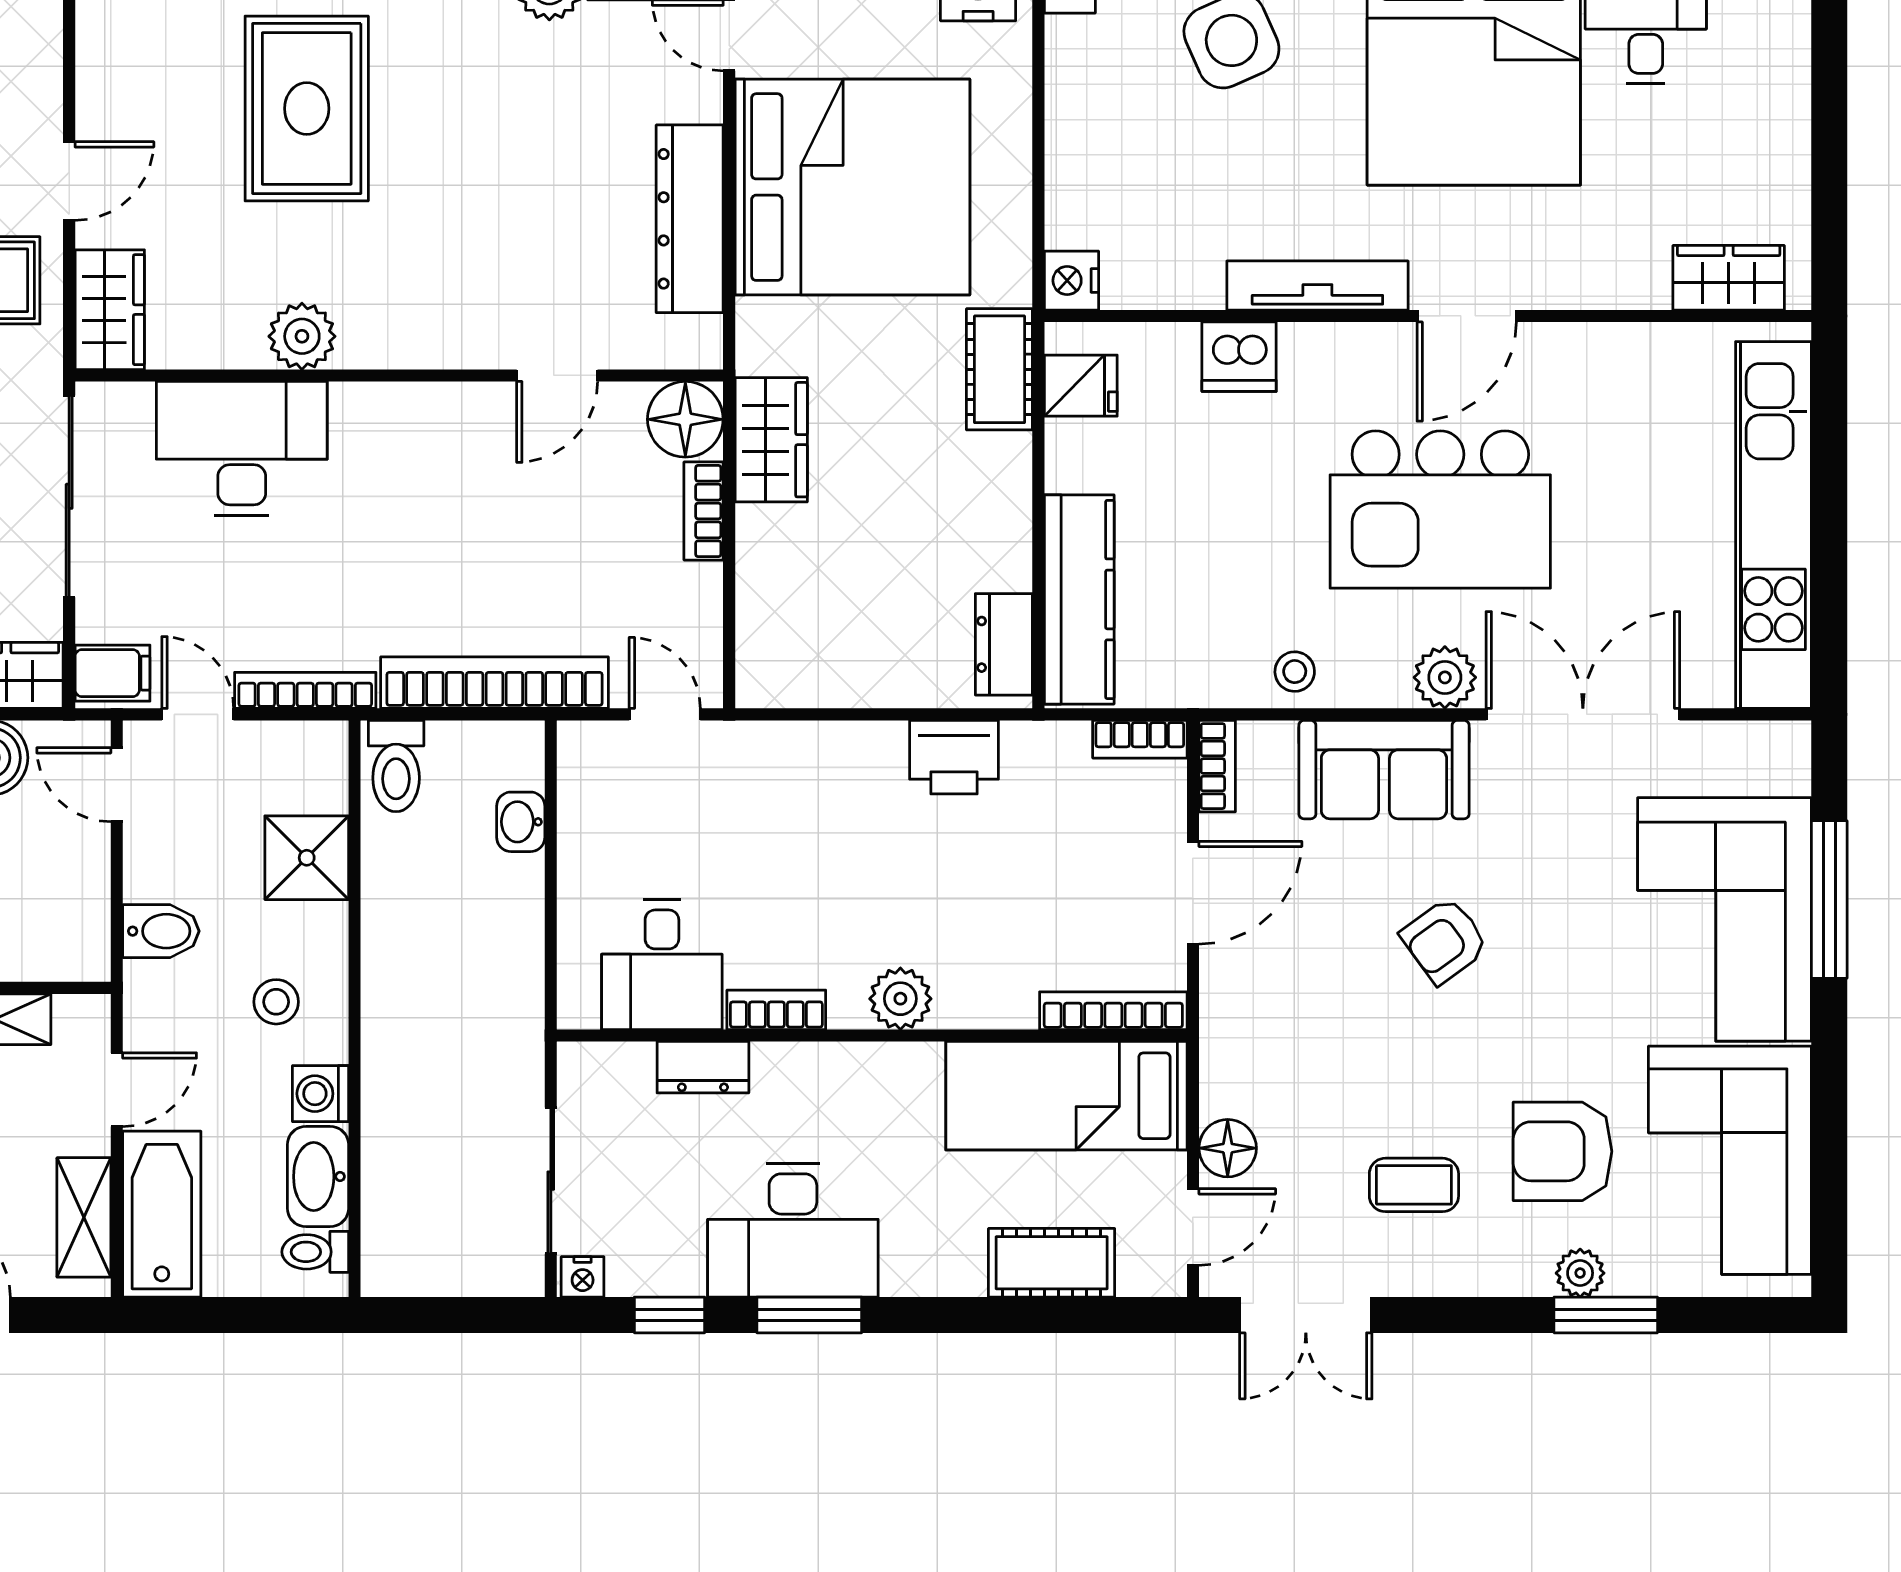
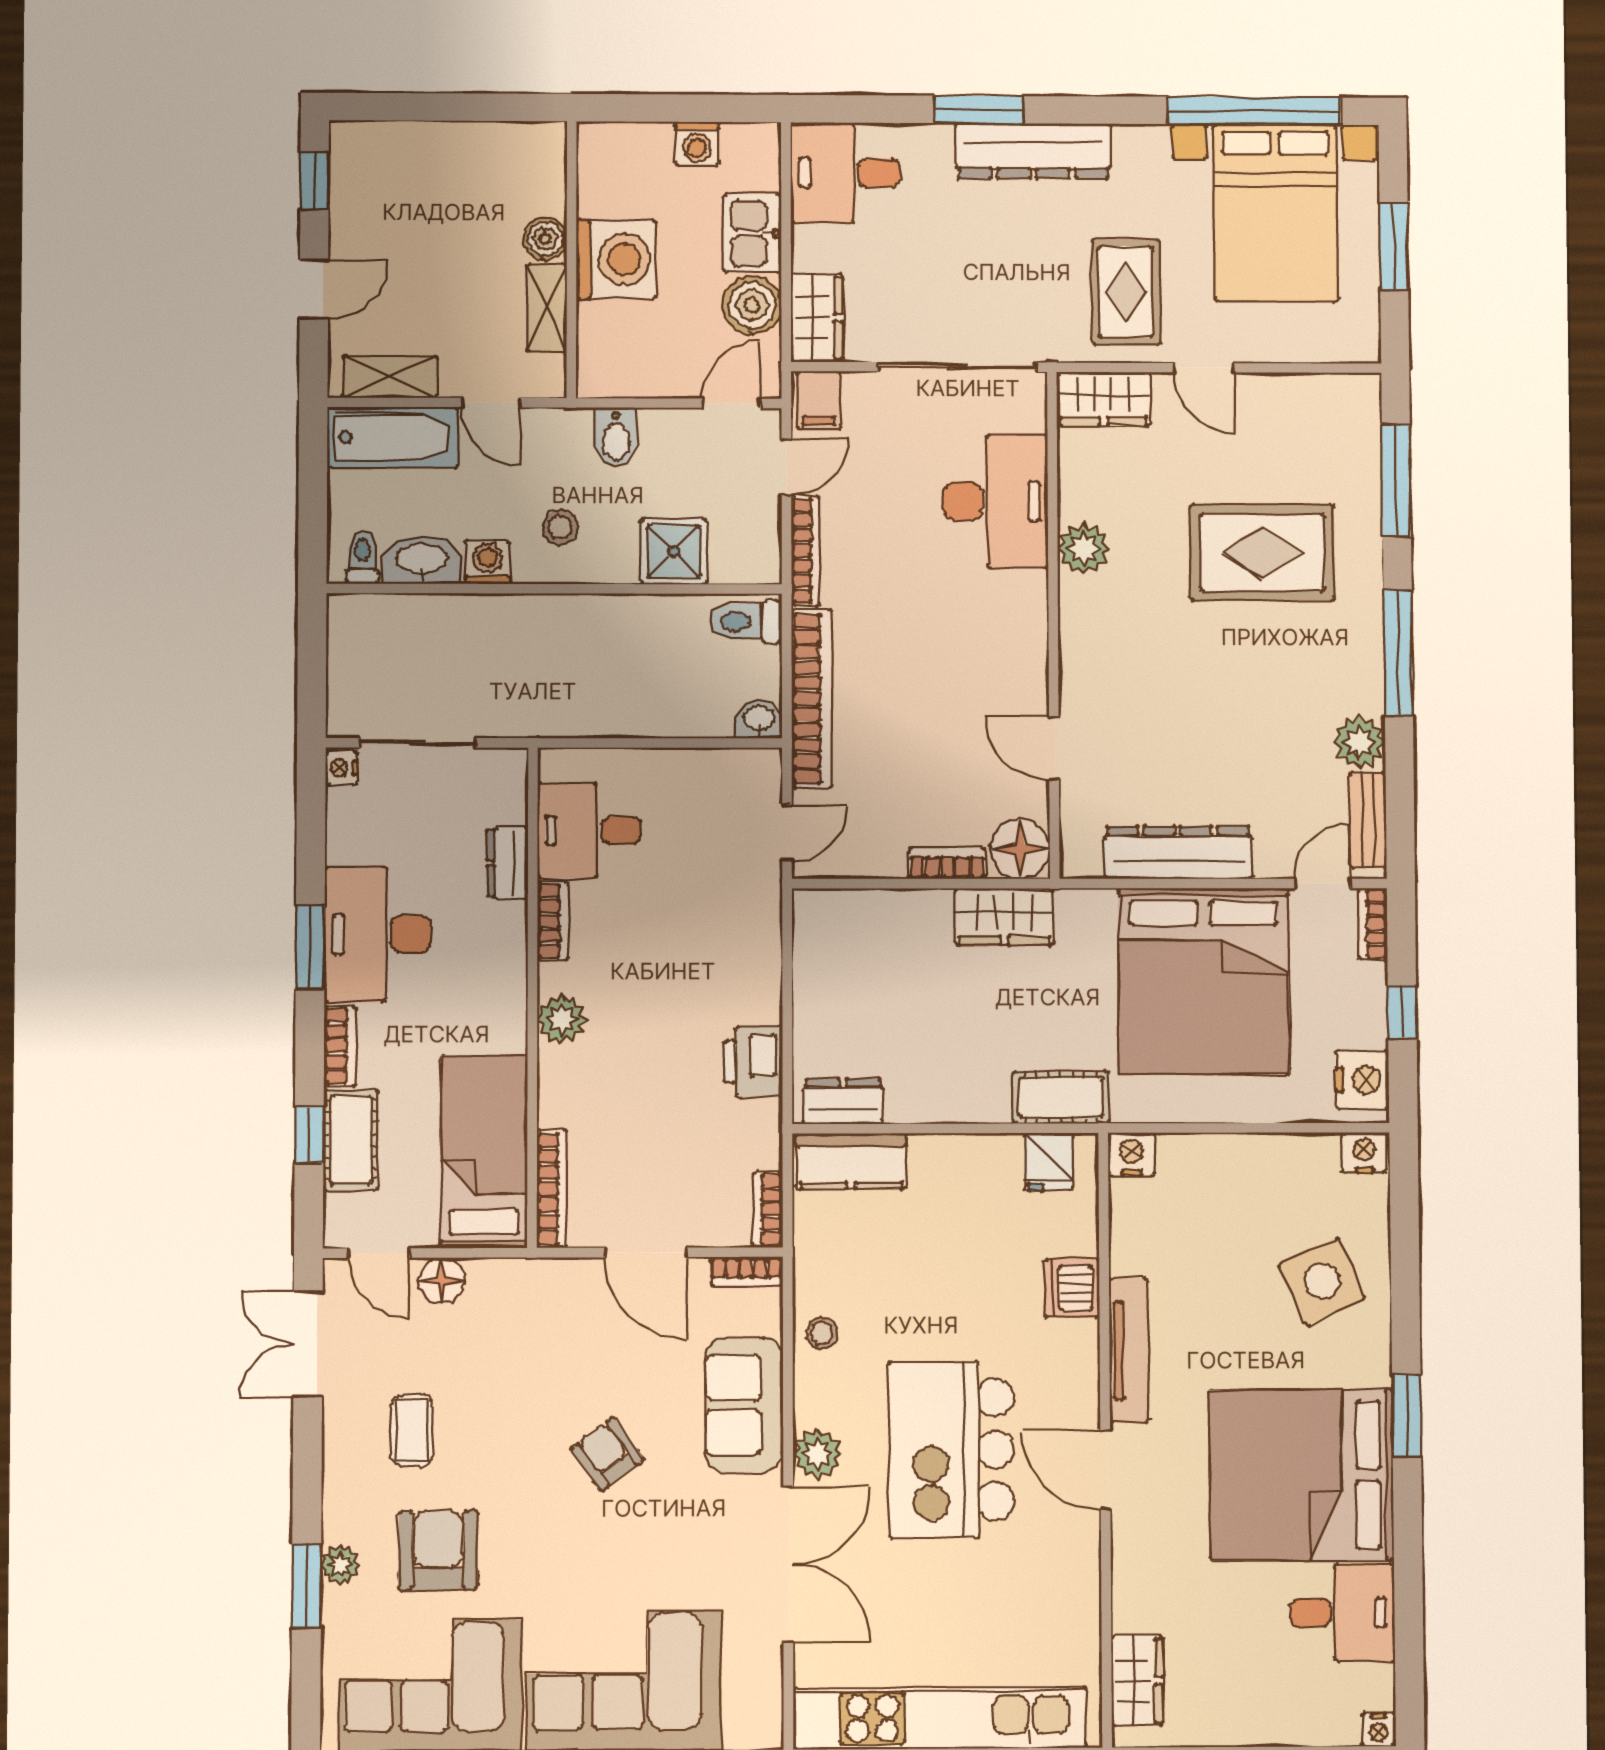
kitchen counter: (1079, 599) -> (851, 1161), width x0.67
washbasin: (521, 822) -> (759, 719), moved
bookcase: (933, 1277) -> (340, 1046), added
window: (670, 1315) -> (309, 1135), moved

